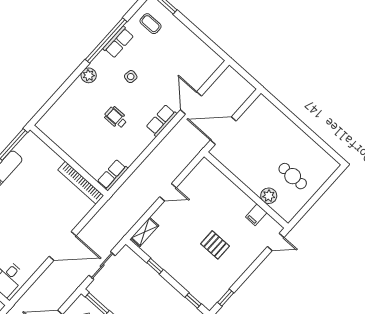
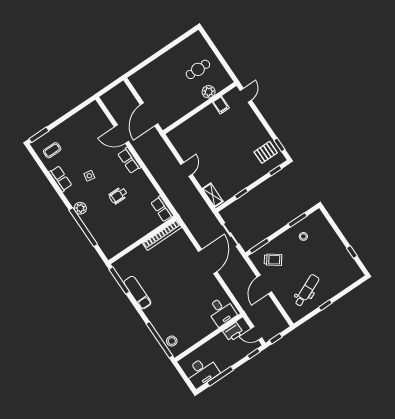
window: (106, 41) -> (83, 227), moved
pallet: (215, 245) -> (266, 152), moved

